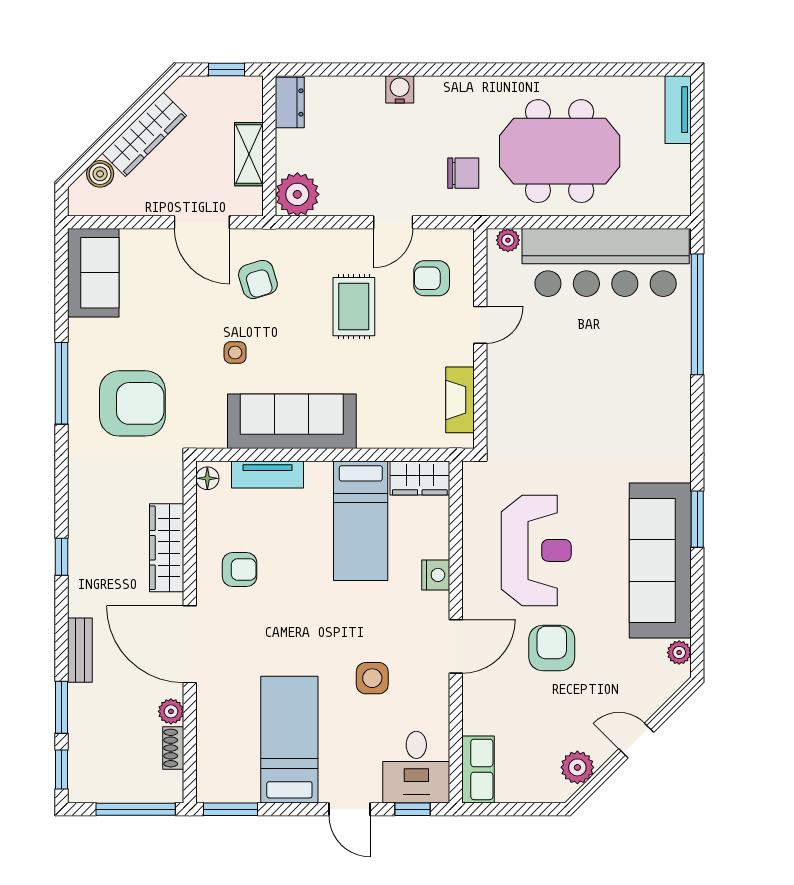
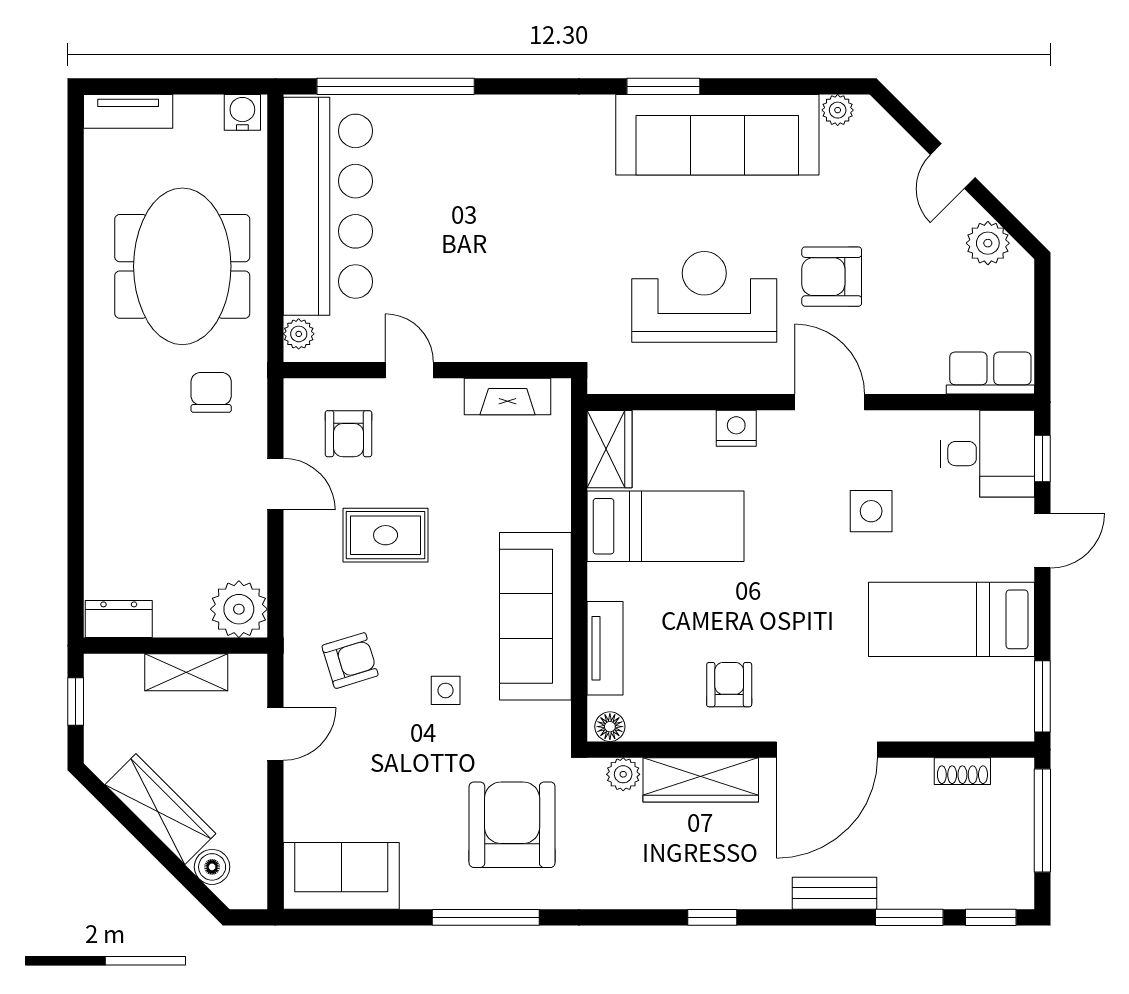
water cooler: (400, 89) -> (242, 112), moved, turned 90
door: (202, 222) -> (275, 734), width x0.73
plant: (171, 711) -> (623, 774), moved

